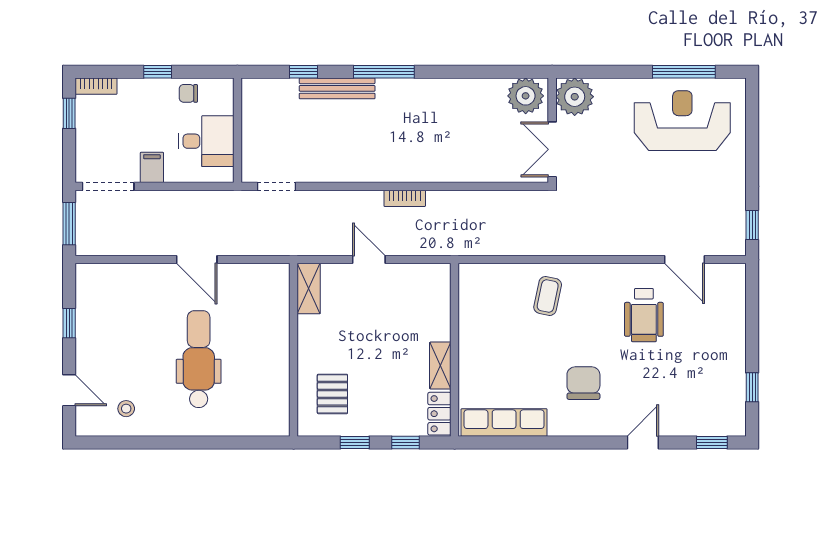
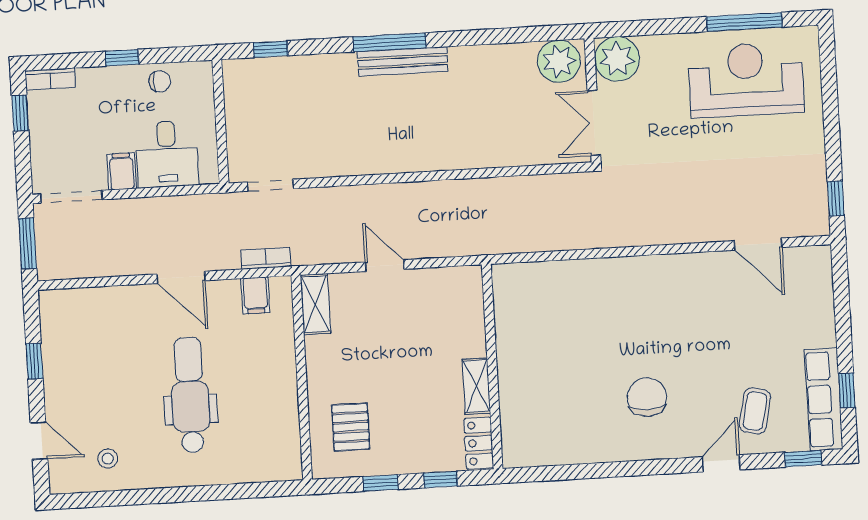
window: (304, 72) -> (271, 49), moved
bench: (337, 88) -> (403, 61), moved
chair: (188, 93) -> (160, 81), turned 180
desk: (206, 141) -> (167, 154), moved, turned 90
bookcase: (405, 198) -> (266, 258), moved, turned 180
filing cabinet: (259, 278) -> (255, 295), added
coffee table: (548, 296) -> (755, 411), moved
wheelchair: (644, 315) -> (714, 313), removed
row of seats: (504, 423) -> (824, 399), moved, turned -90

